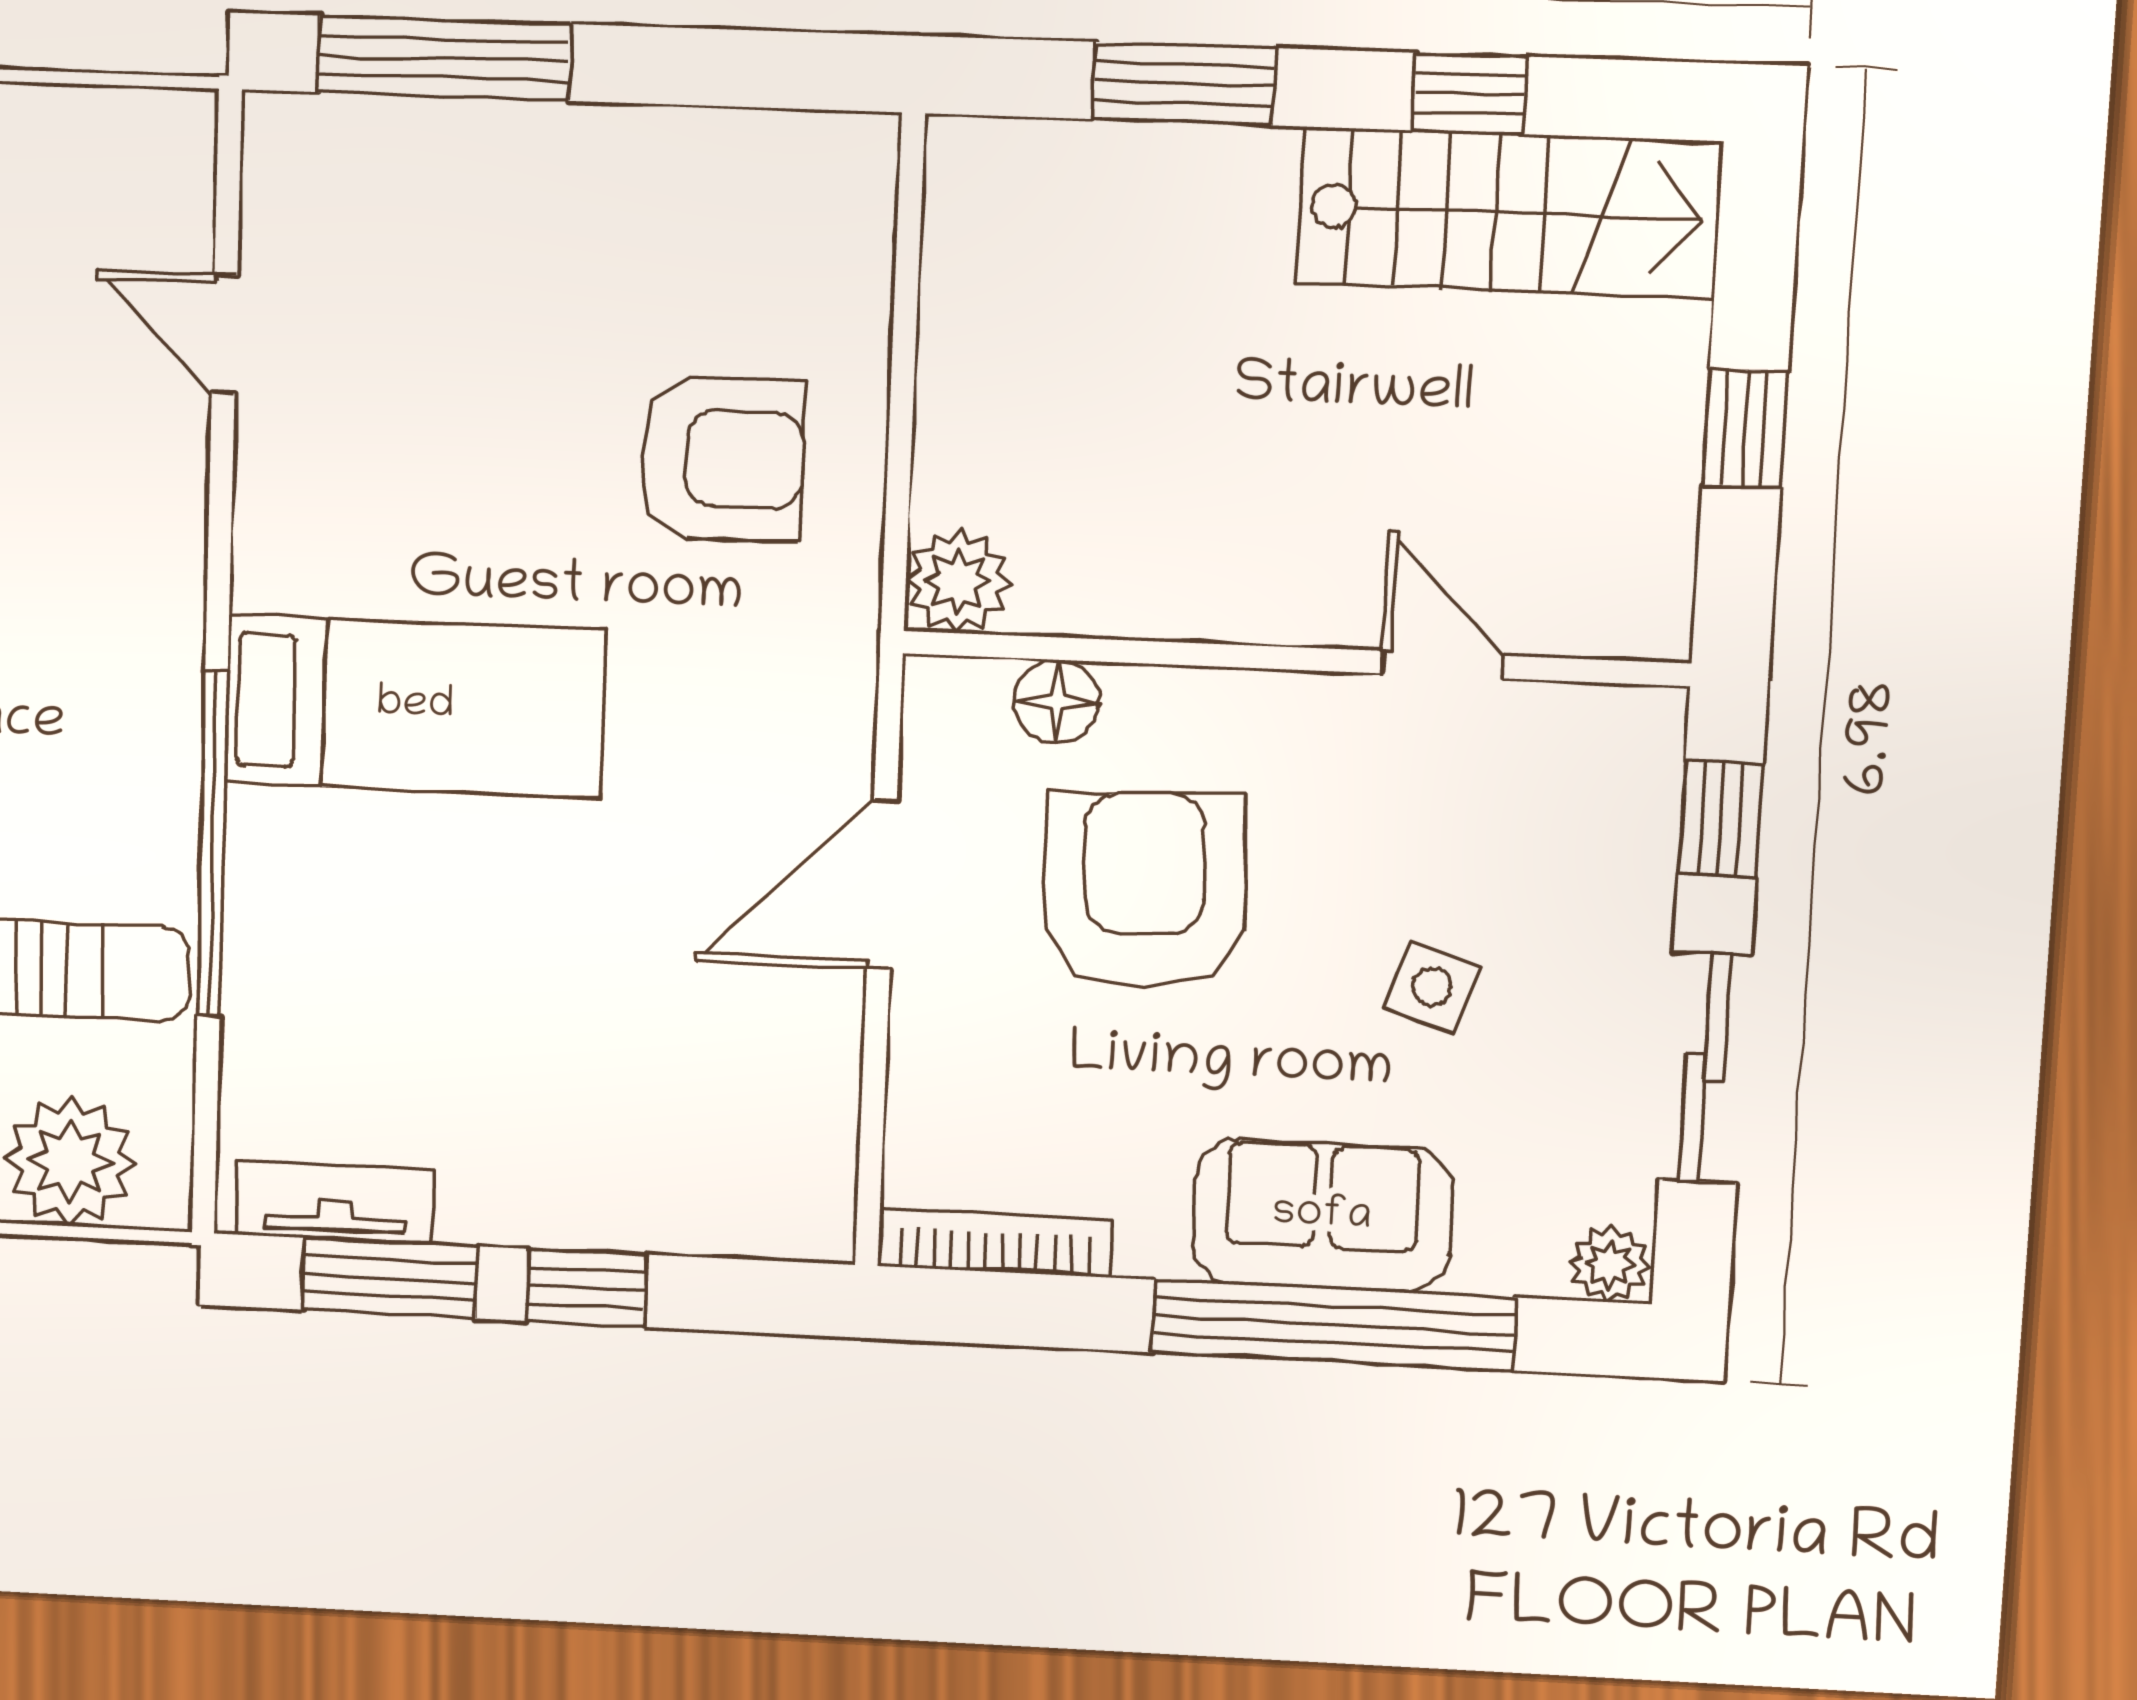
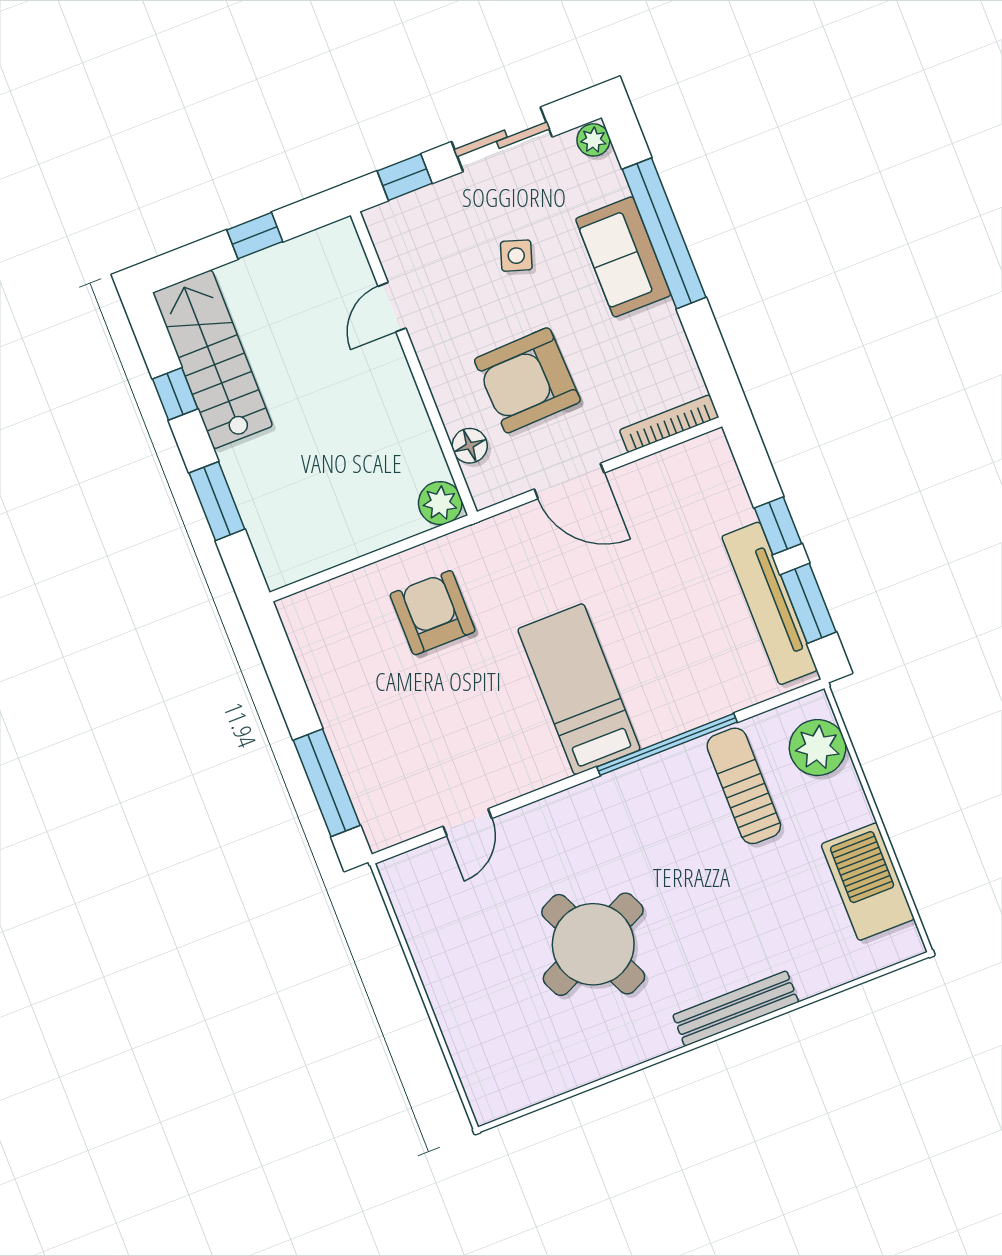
tv unit: (335, 1202) -> (769, 603), width x1.92, depth x1.29
bookcase: (995, 1243) -> (669, 424), moved, turned 90

